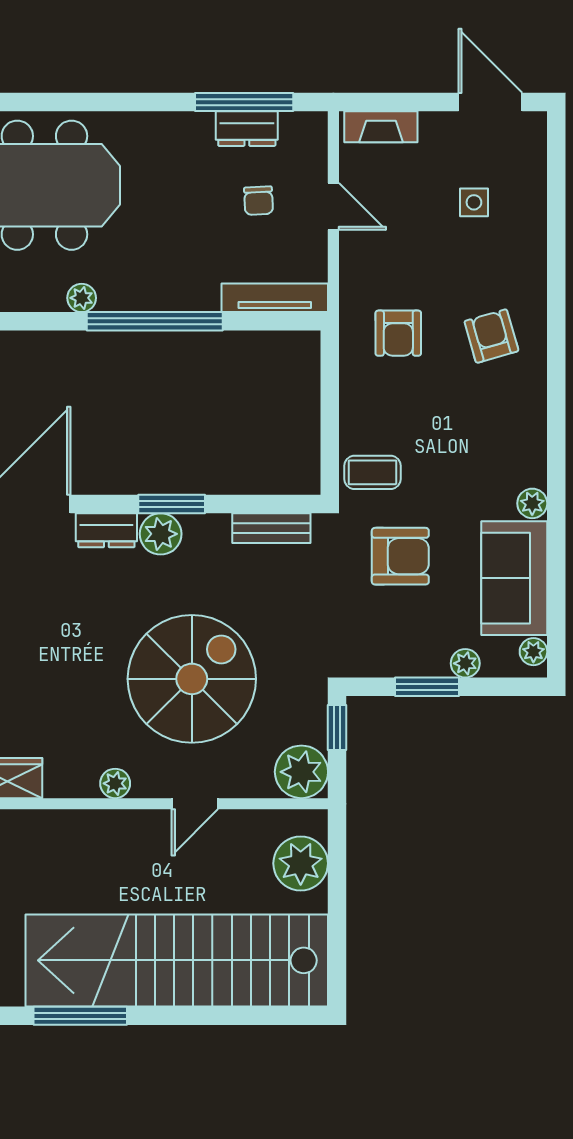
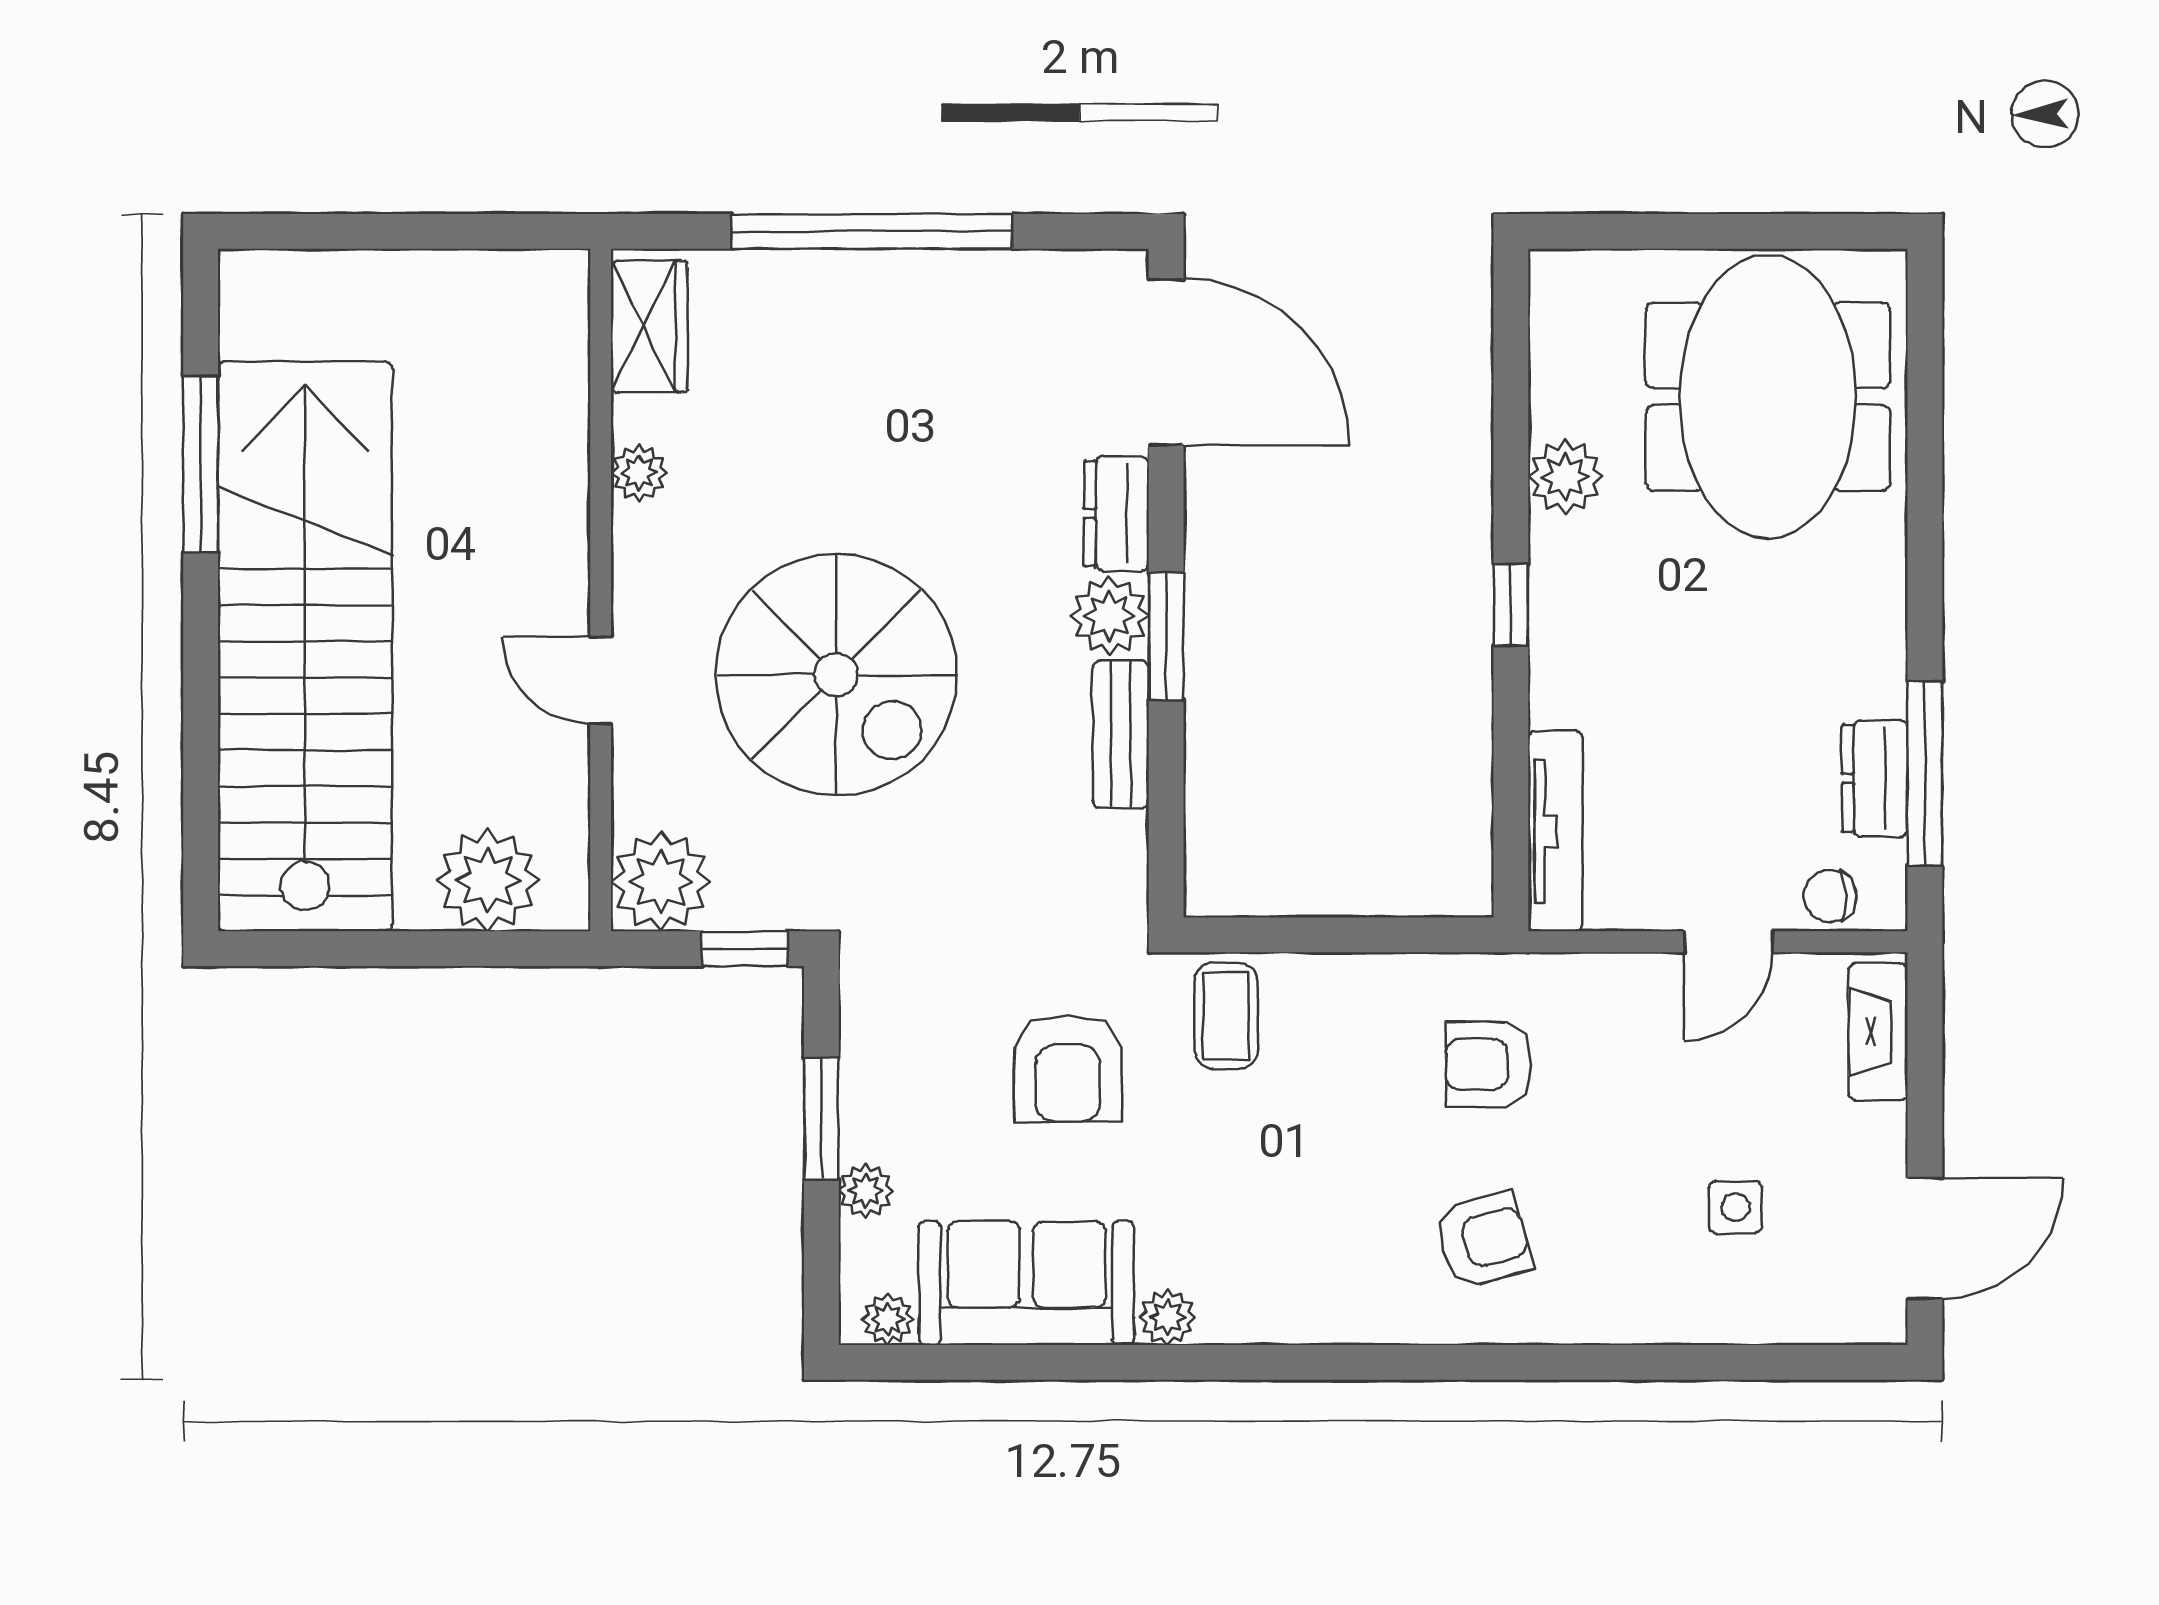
chair: (259, 201) -> (1830, 896), moved
plant: (82, 298) -> (1565, 477), width x1.38, depth x1.38
window: (155, 321) -> (1511, 605), width x0.32
bench: (271, 528) -> (1121, 734), moved
plant: (115, 783) -> (639, 473), moved

